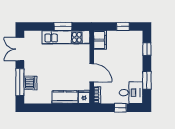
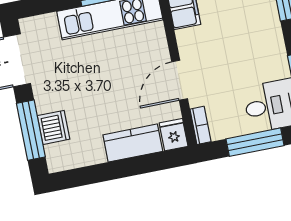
door: (92, 73) -> (180, 80), swing flipped
window: (120, 108) -> (255, 142), width x2.17

